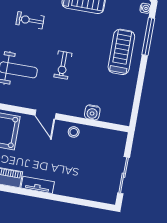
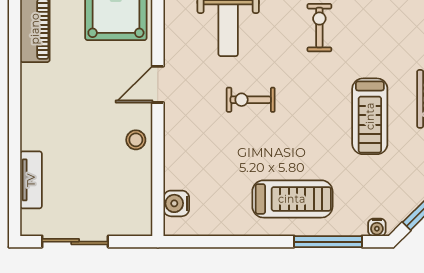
water cooler: (92, 112) -> (176, 203), moved
tv unit: (38, 185) -> (31, 180), moved

